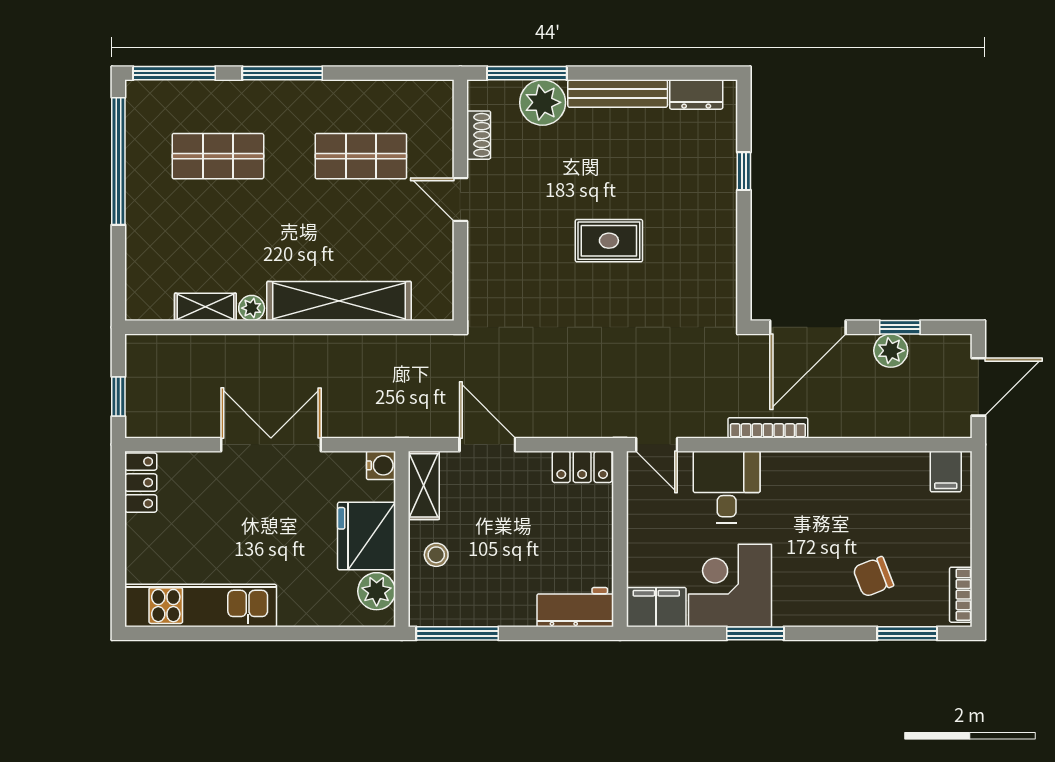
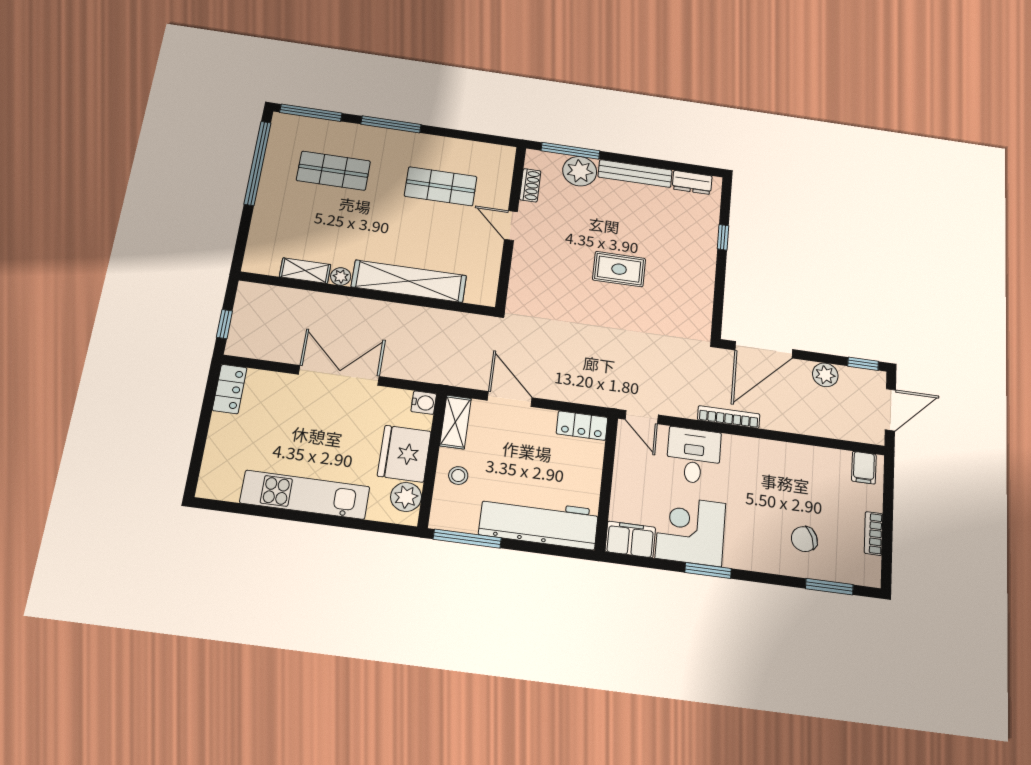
window: (900, 327) -> (863, 364), moved
bookcase: (961, 595) -> (874, 533), moved
kitchen unit: (201, 606) -> (305, 495), moved
workbench: (575, 607) -> (539, 522), width x1.88, depth x1.32

